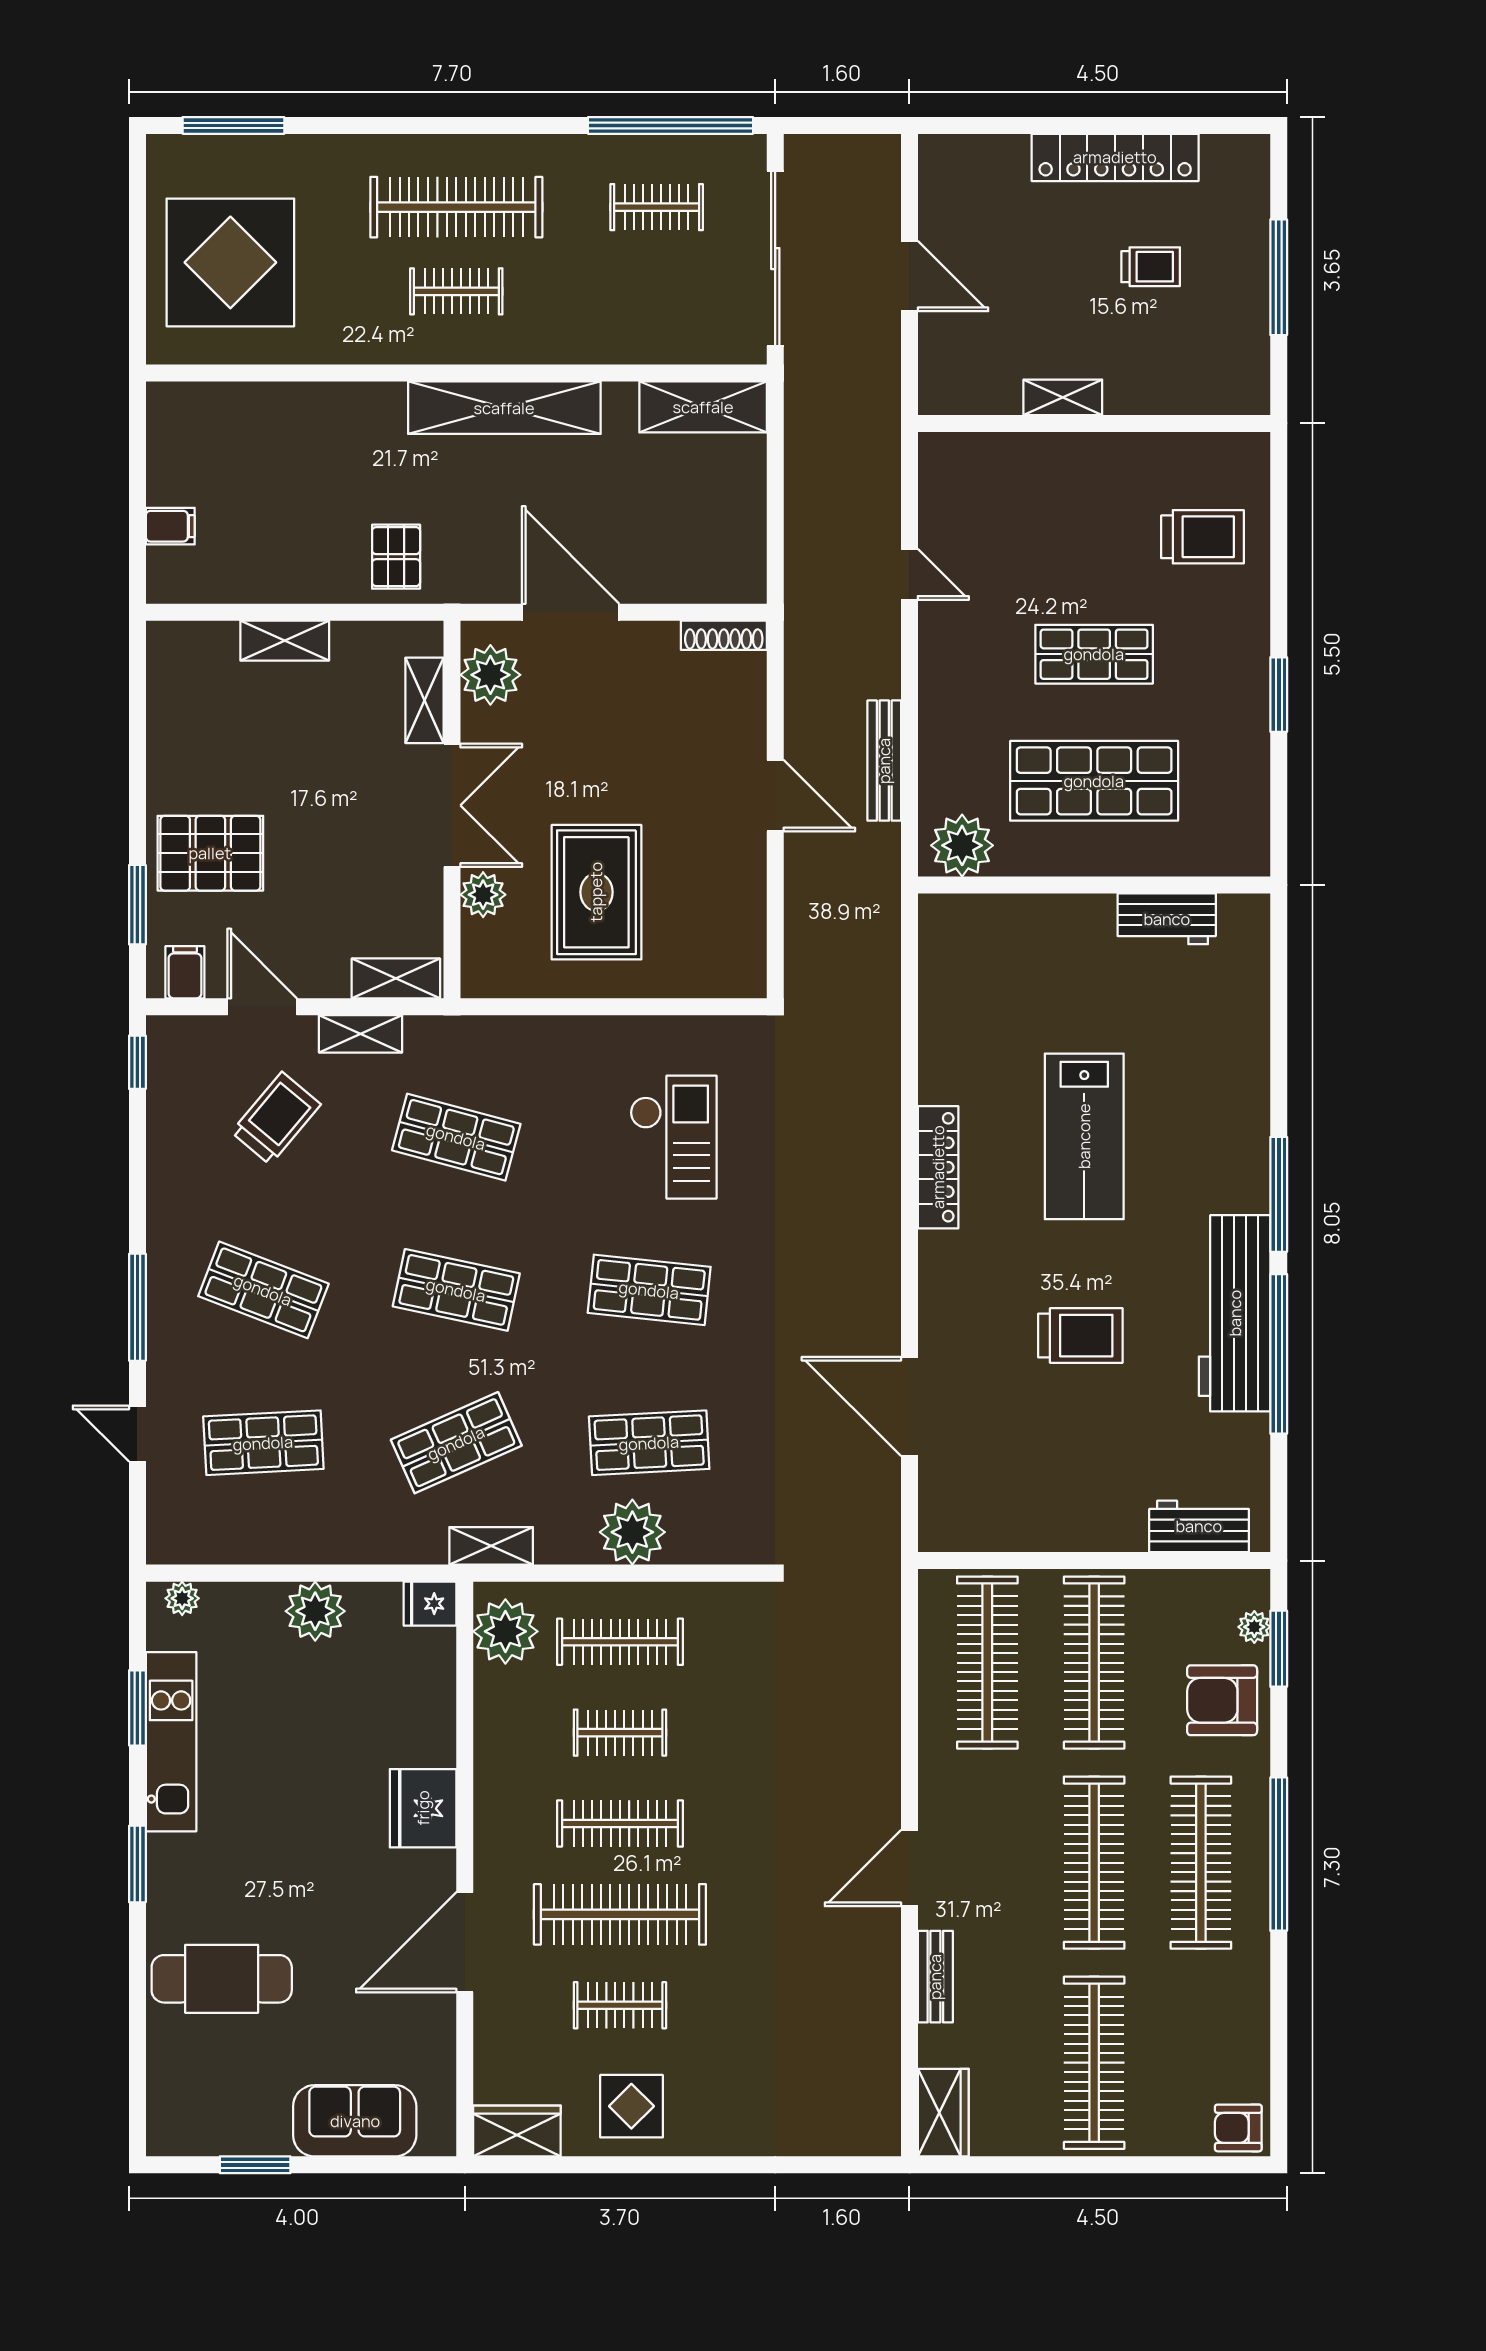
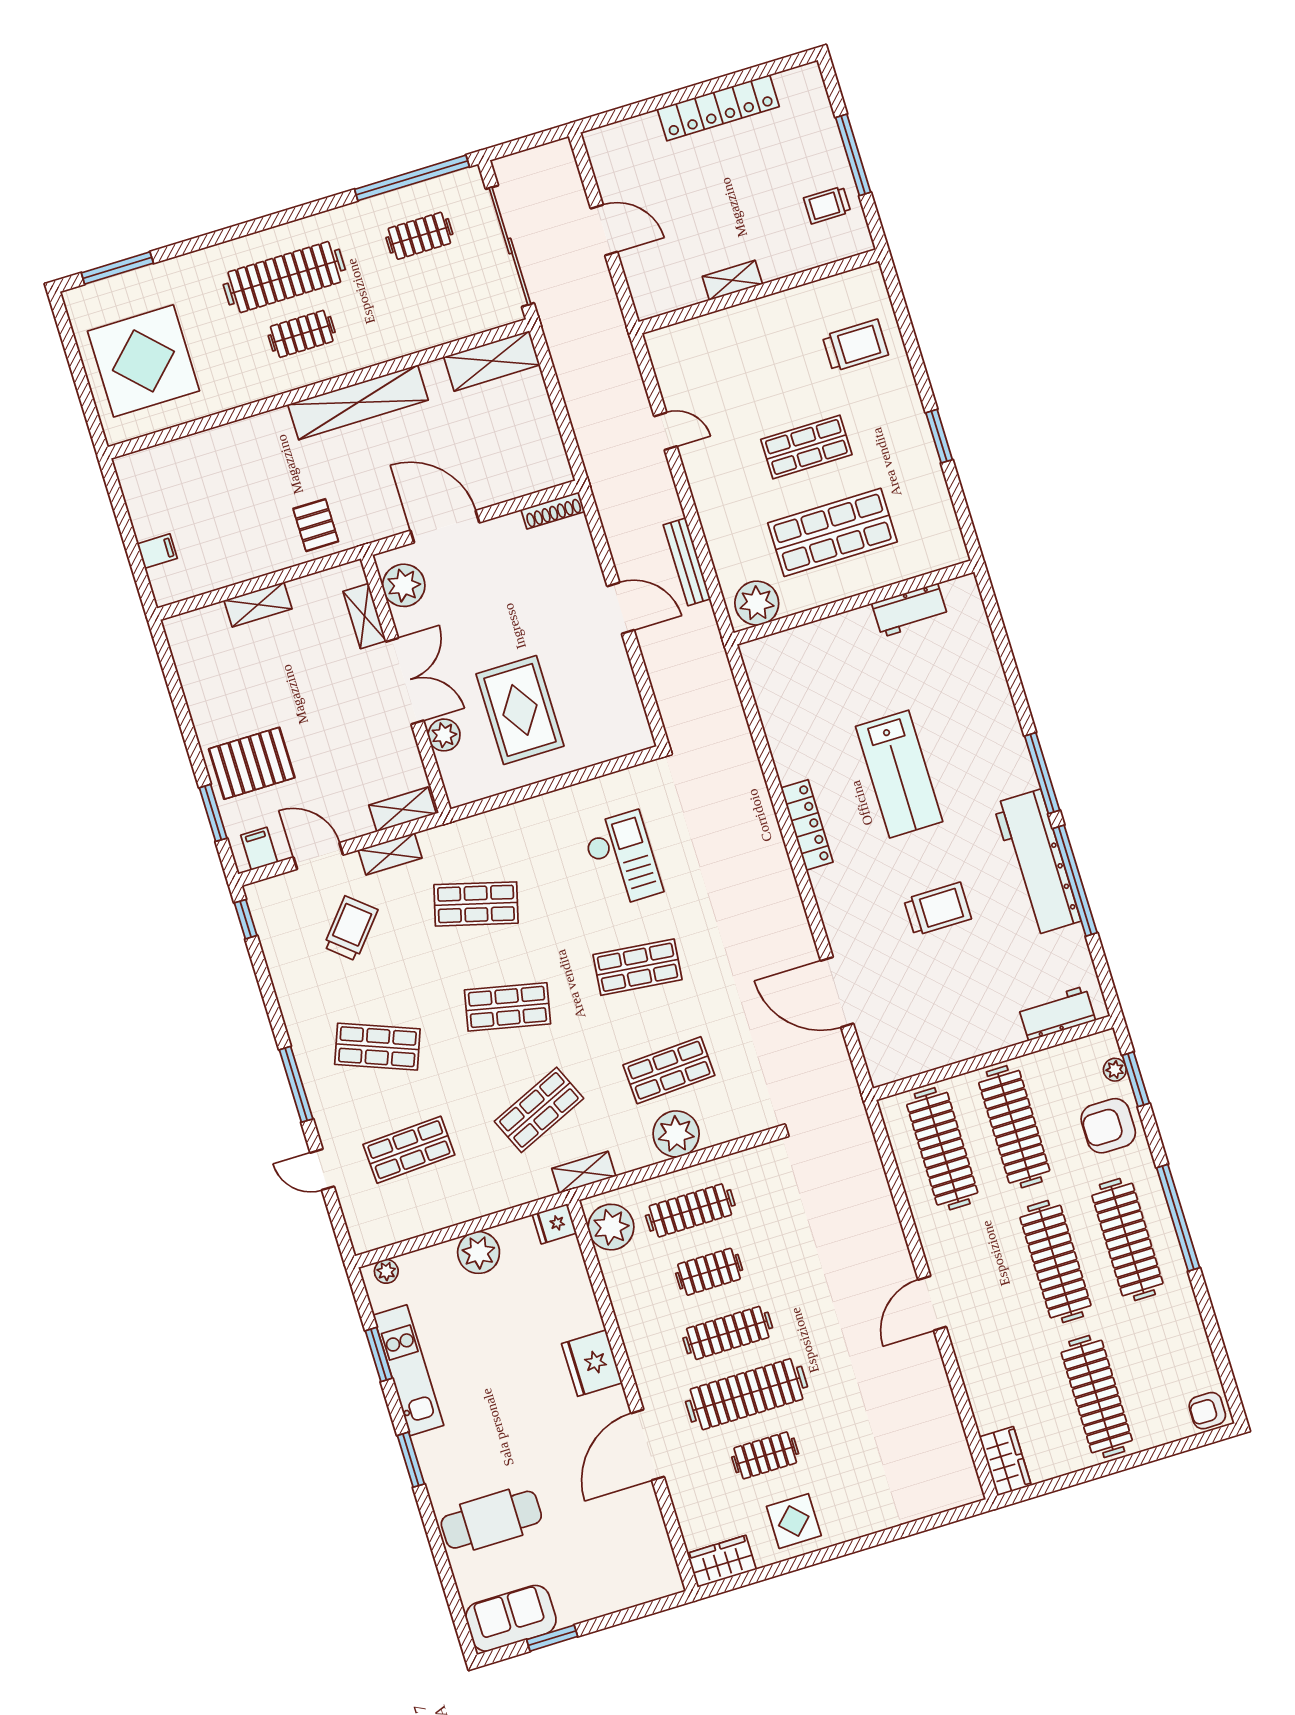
trolley: (1151, 267) -> (827, 205), moved, turned 180
bench: (935, 1977) -> (972, 1371), removed
sofa: (355, 2121) -> (511, 1618), moved

